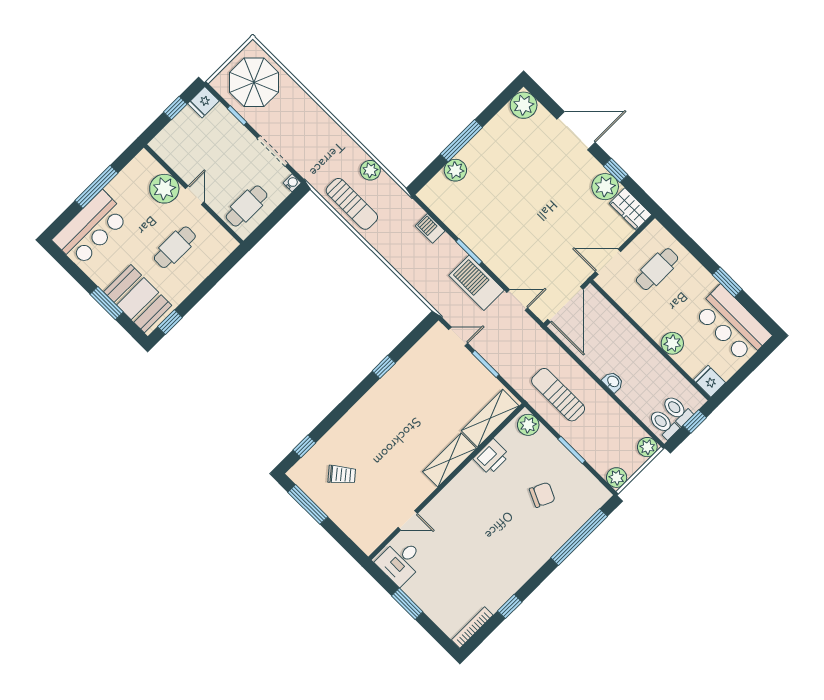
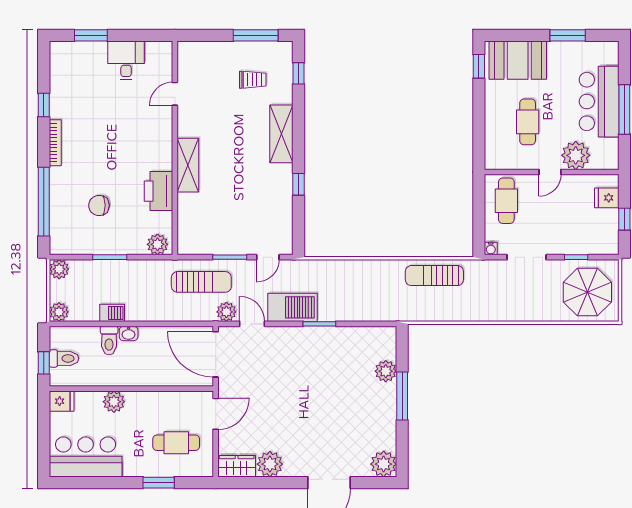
fridge: (203, 102) -> (607, 198), moved, turned -90
plant: (370, 170) -> (226, 312), moved
window: (616, 170) -> (274, 483), removed
door: (195, 195) -> (550, 172), hinge flipped
barbecue: (430, 228) -> (112, 313), moved
bar counter: (91, 229) -> (599, 102), moved
cafe table: (657, 269) -> (176, 443), turned 90
window: (727, 282) -> (159, 483), moved
door: (517, 300) -> (252, 324), swing flipped
window: (107, 303) -> (568, 35), moved
sun lounger: (558, 395) -> (201, 282), moved
shelving: (490, 418) -> (281, 134), moved
toilet: (664, 424) -> (109, 340), moved, turned 90
printer: (491, 457) -> (158, 191), width x1.37, depth x1.19
trolley: (342, 475) -> (253, 80), turned -140
chair: (542, 495) -> (99, 205), turned 65
desk: (401, 561) -> (126, 60), moved
window: (407, 604) -> (91, 35), moved
bookcase: (472, 628) -> (55, 143), moved

